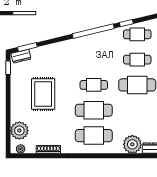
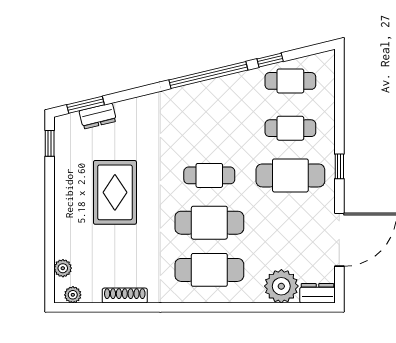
dresser: (21, 56) -> (98, 116), moved
plant: (19, 131) -> (63, 268), width x0.53, depth x0.53

